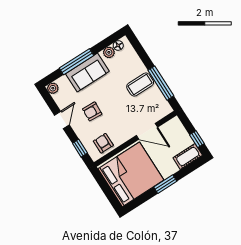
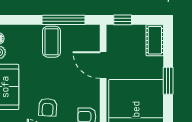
door: (147, 131) -> (103, 65), swing flipped
window: (197, 139) -> (123, 20), moved

